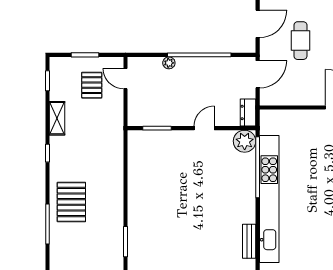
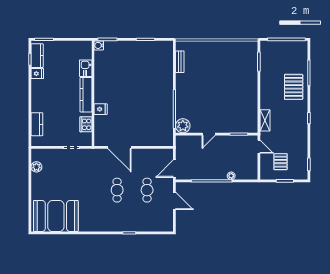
door: (258, 24) -> (174, 201), swing flipped
door: (125, 79) -> (259, 147), moved
dresser: (248, 112) -> (181, 144), removed
shelving: (57, 118) -> (265, 120), moved
kitchen unit: (269, 199) -> (167, 89), removed

